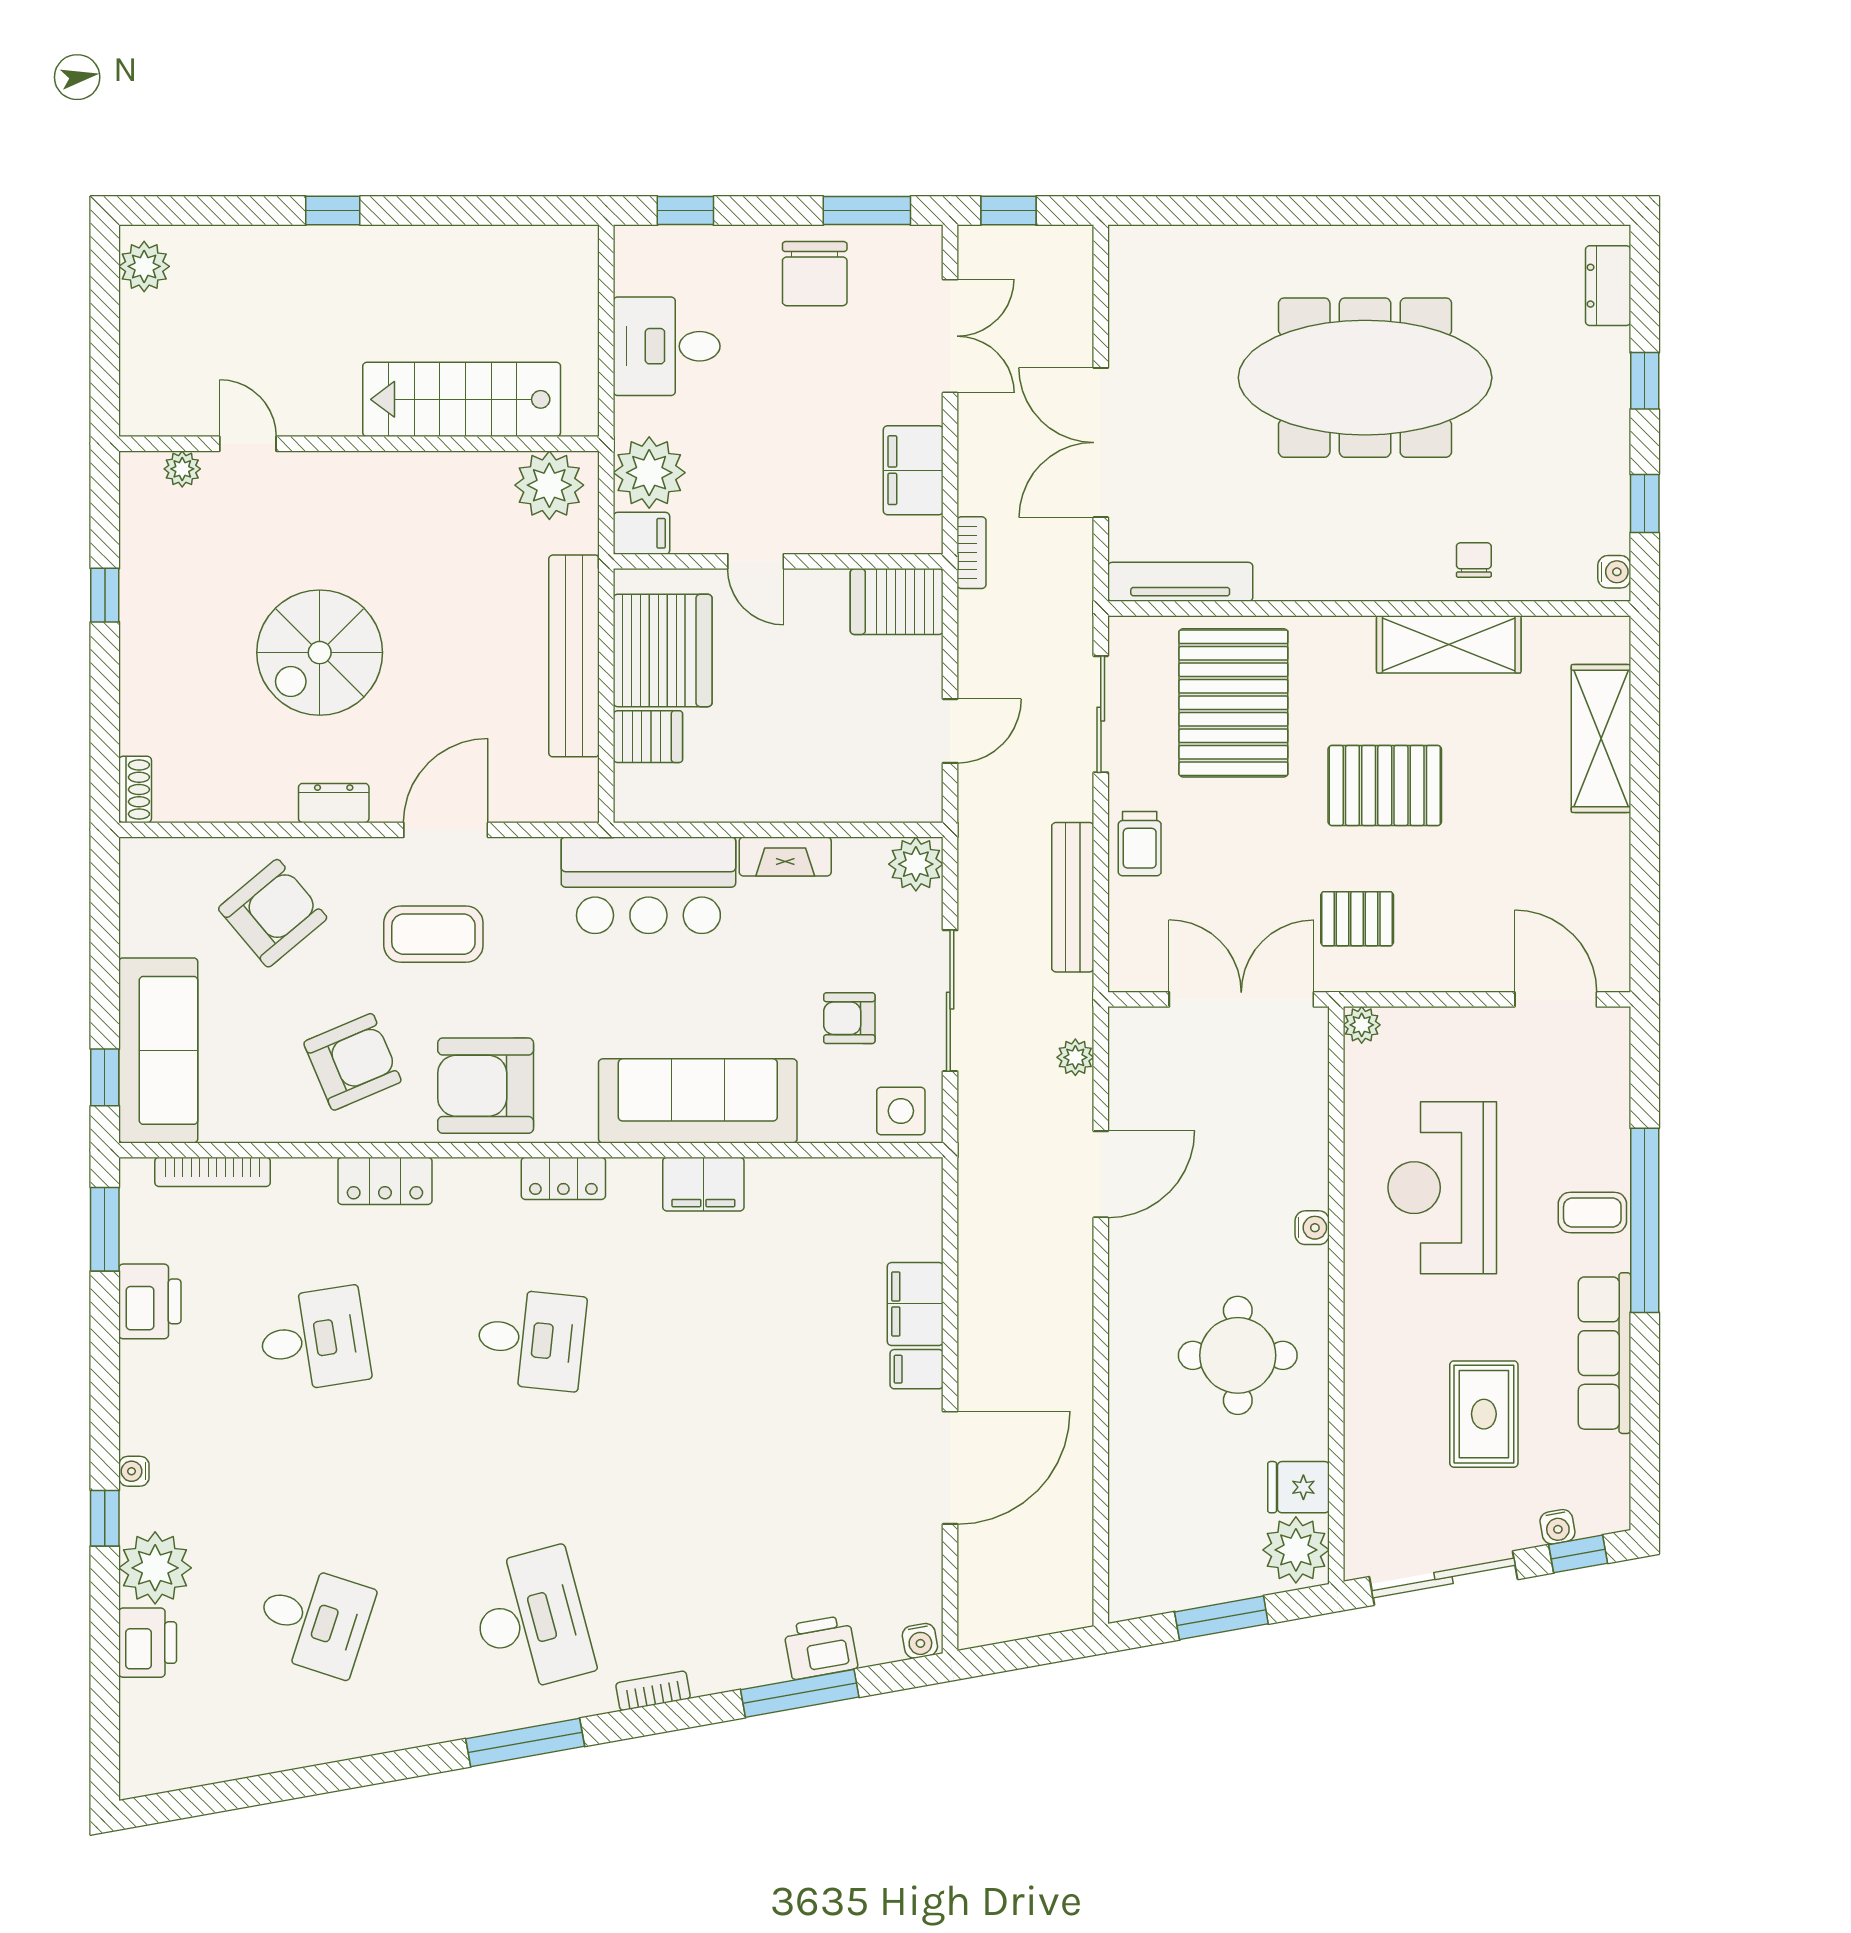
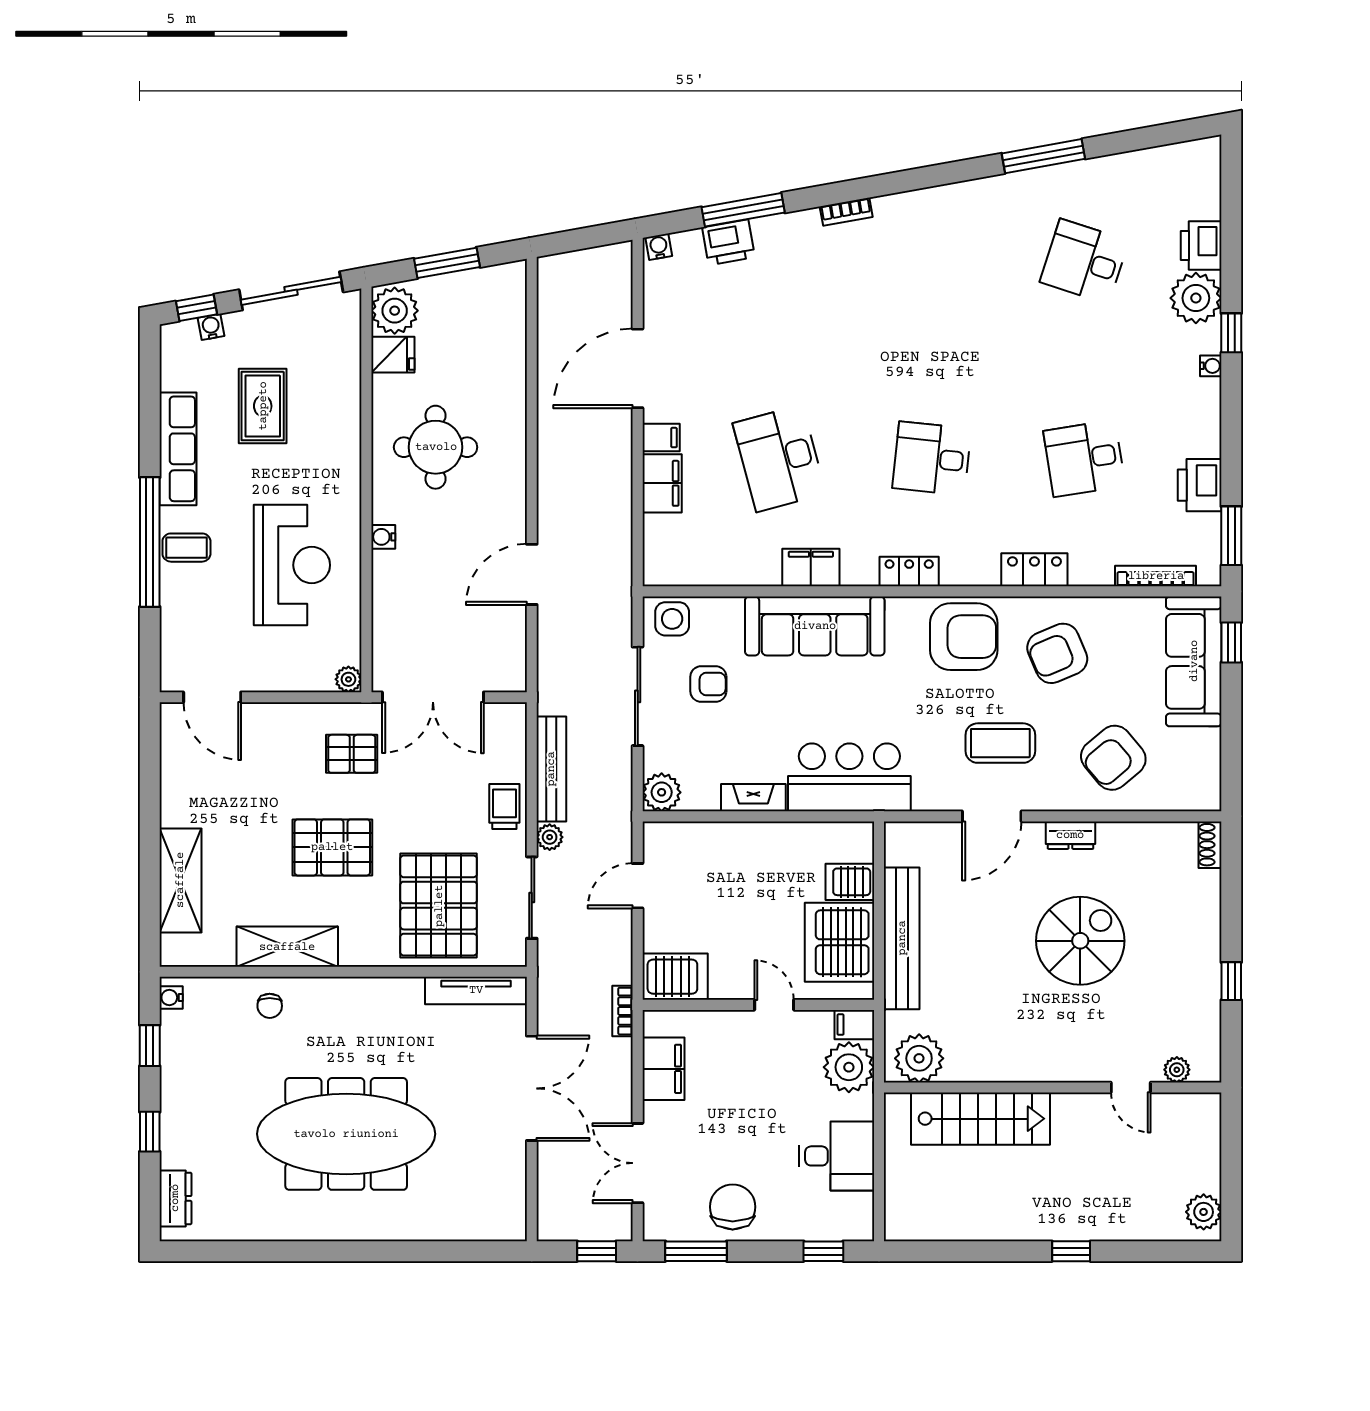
plant: (1075, 1057) -> (550, 837), moved
desk: (531, 1620) -> (779, 458), moved
window: (525, 1743) -> (1043, 156), moved

